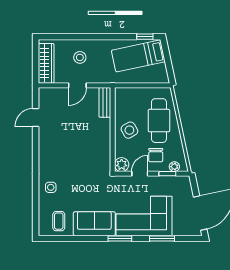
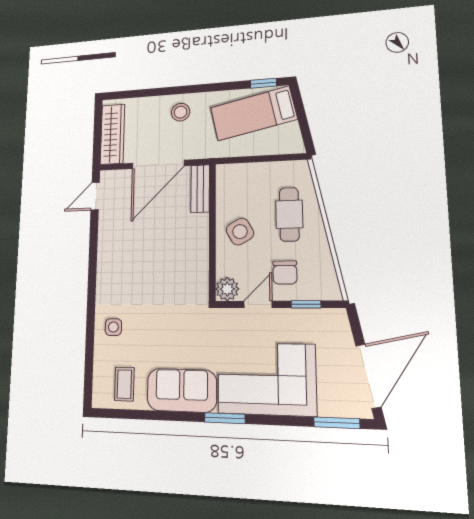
stool: (80, 57) -> (181, 112), moved
door: (77, 85) -> (158, 164), width x1.88
door: (36, 118) -> (95, 196), moved
cafe table: (159, 121) -> (289, 214), width x0.73, depth x0.74
plant: (174, 167) -> (318, 292), removed
window: (162, 238) -> (337, 423), moved

